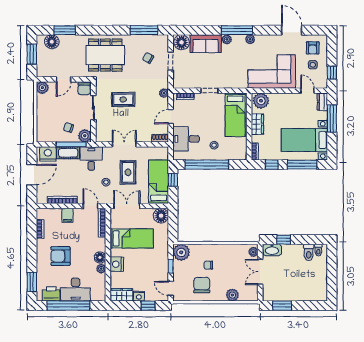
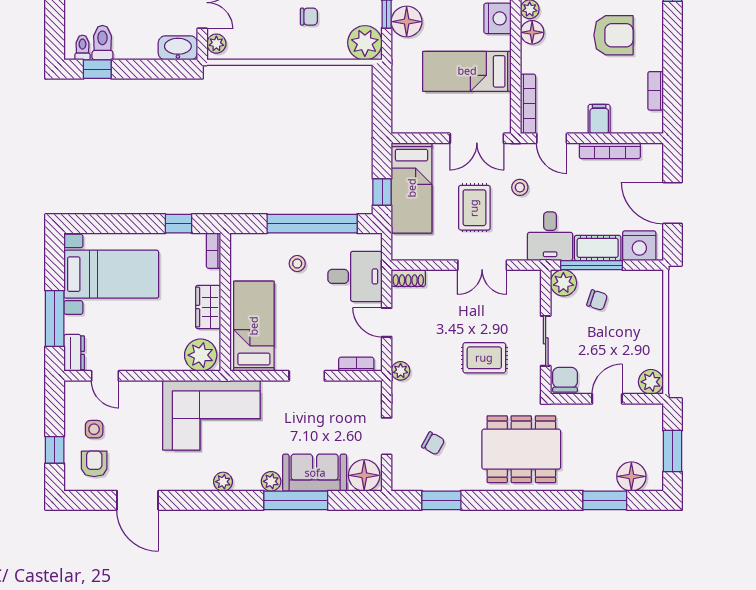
window: (144, 30) -> (441, 500), width x0.69
window: (237, 30) -> (296, 500), moved
corner sofa: (272, 72) -> (211, 415), moved
window: (332, 73) -> (55, 450), moved
door: (171, 117) -> (387, 322), swing flipped
window: (302, 165) -> (116, 224), removed
door: (32, 175) -> (673, 203), hinge flipped
floor lamp: (161, 216) -> (407, 22), moved
window: (284, 240) -> (97, 69), moved

